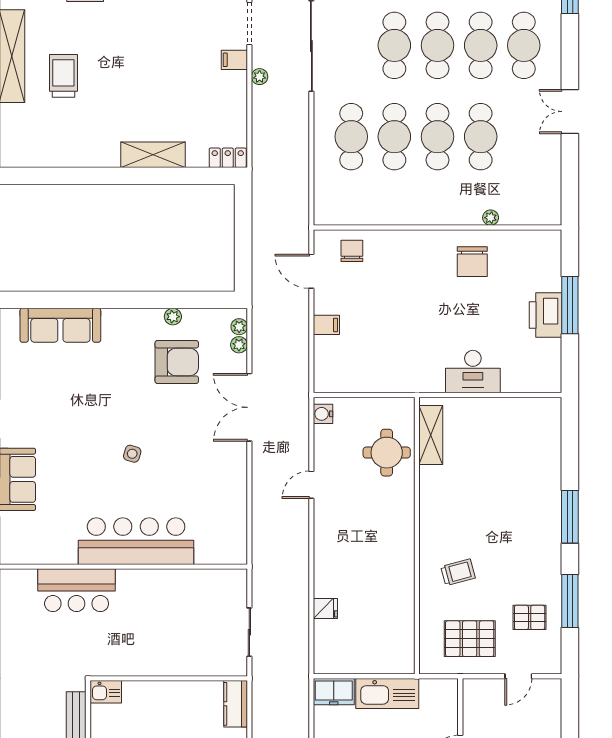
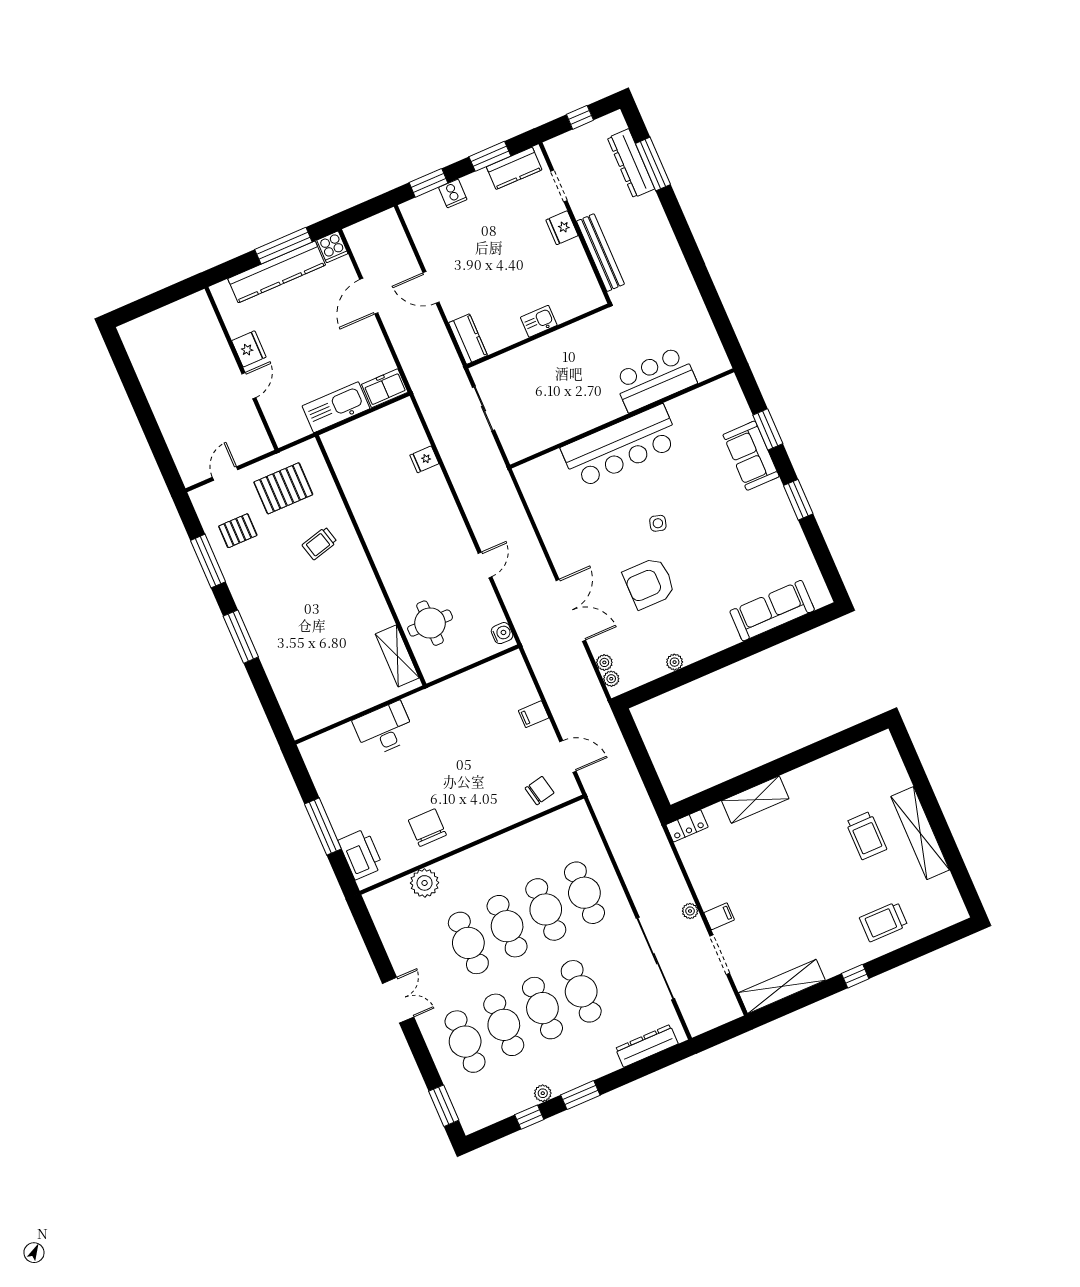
plant: (491, 218) -> (425, 883), width x1.87, depth x1.87
chair: (352, 251) -> (540, 791), turned -102
printer: (546, 315) -> (361, 854), moved
armchair: (177, 362) -> (649, 583), moved
kitchen sink: (106, 692) -> (539, 321), moved

